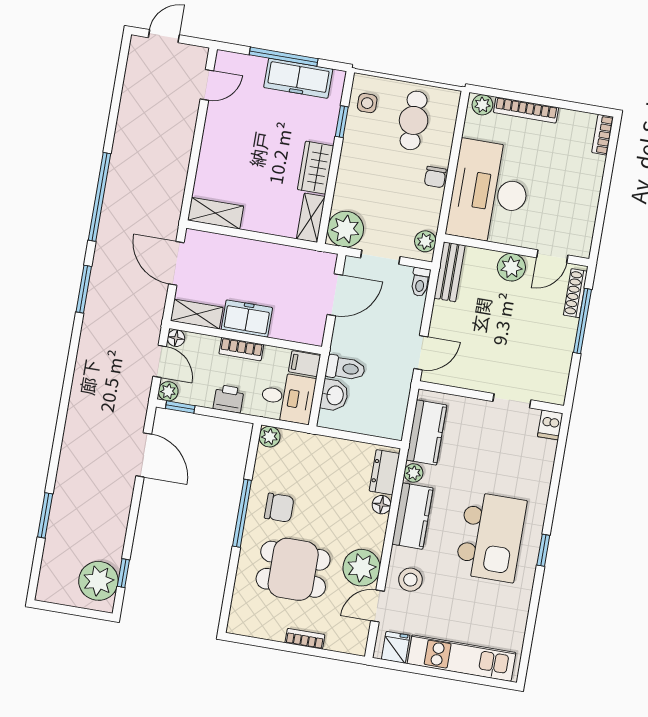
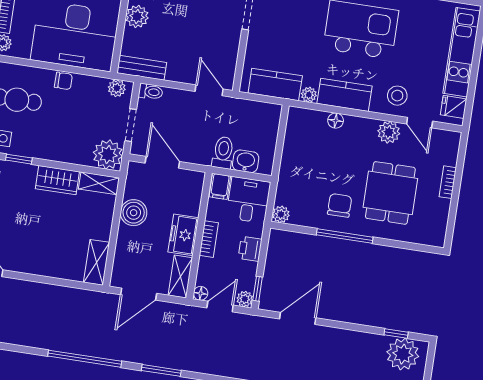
boiler: (275, 259) -> (134, 213), added
dresser: (384, 472) -> (309, 119), removed
plant: (362, 568) -> (389, 132), width x0.73, depth x0.73

